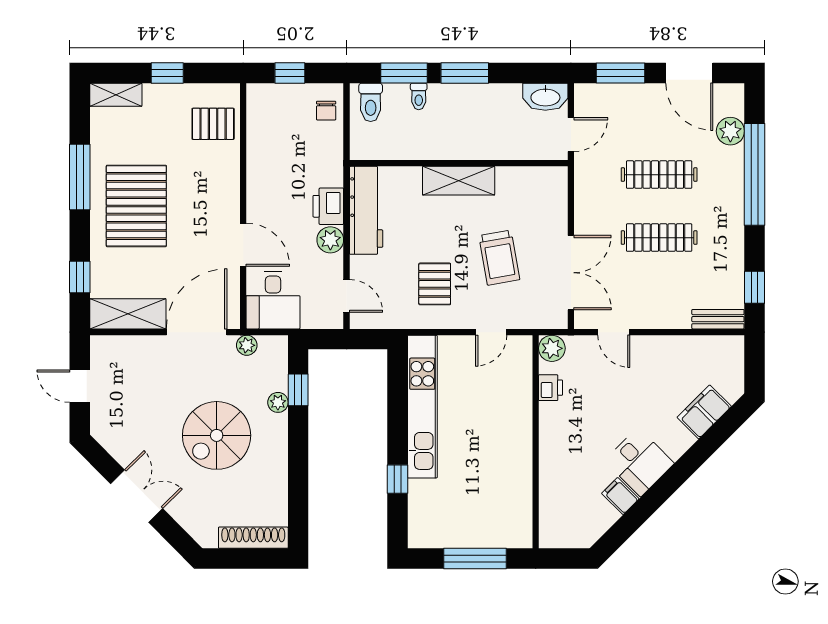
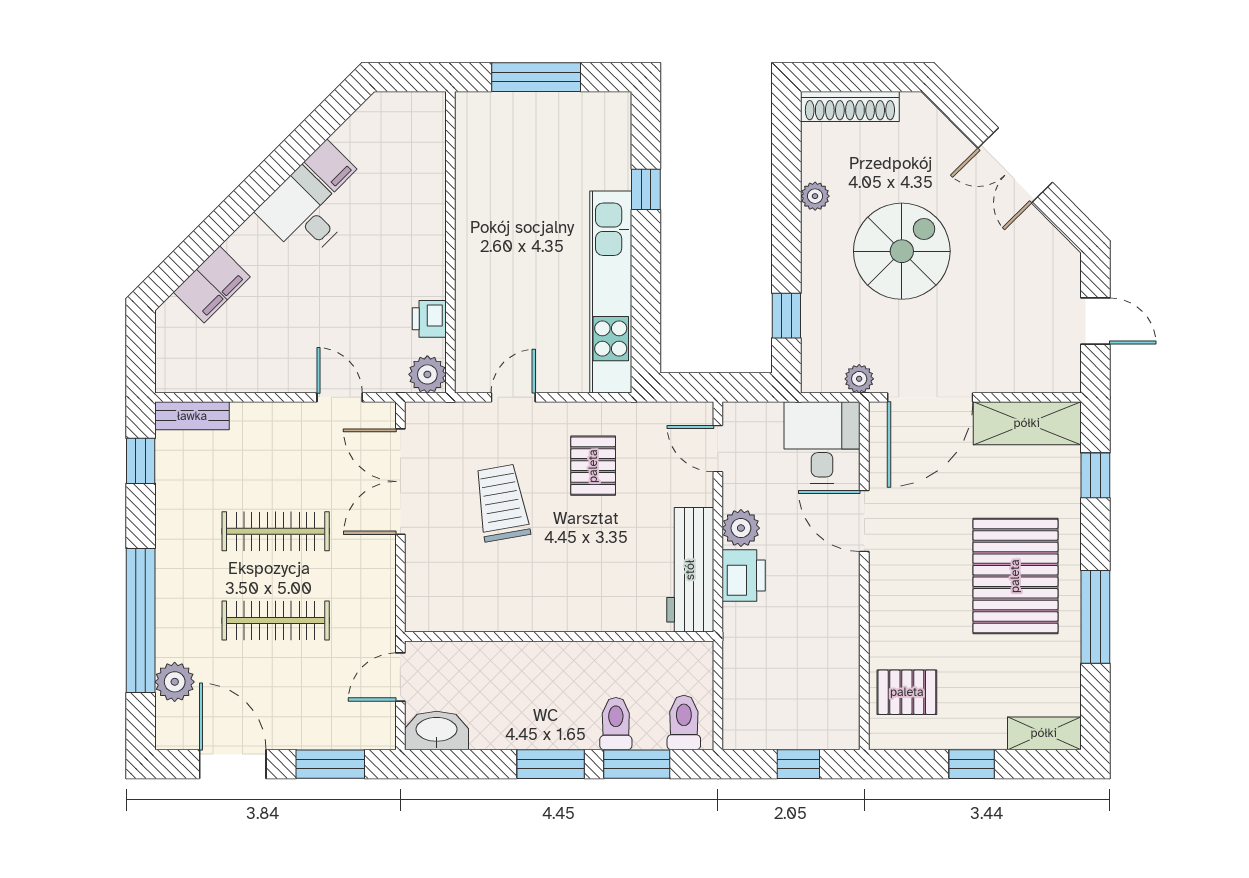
toilet: (419, 96) -> (616, 724), width x1.37, depth x1.39
chair: (326, 111) -> (747, 711), removed
shelving: (459, 181) -> (559, 612), removed
plant: (278, 402) -> (815, 196), moved

